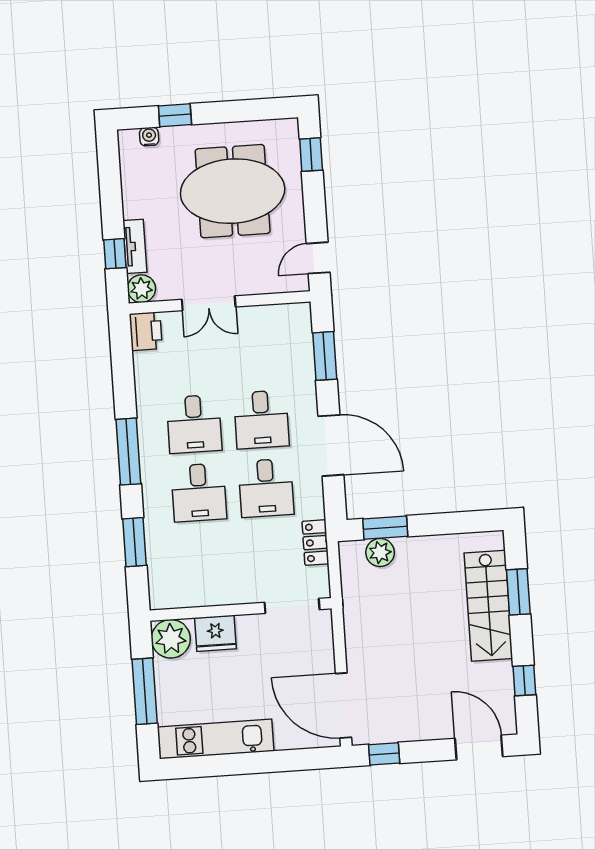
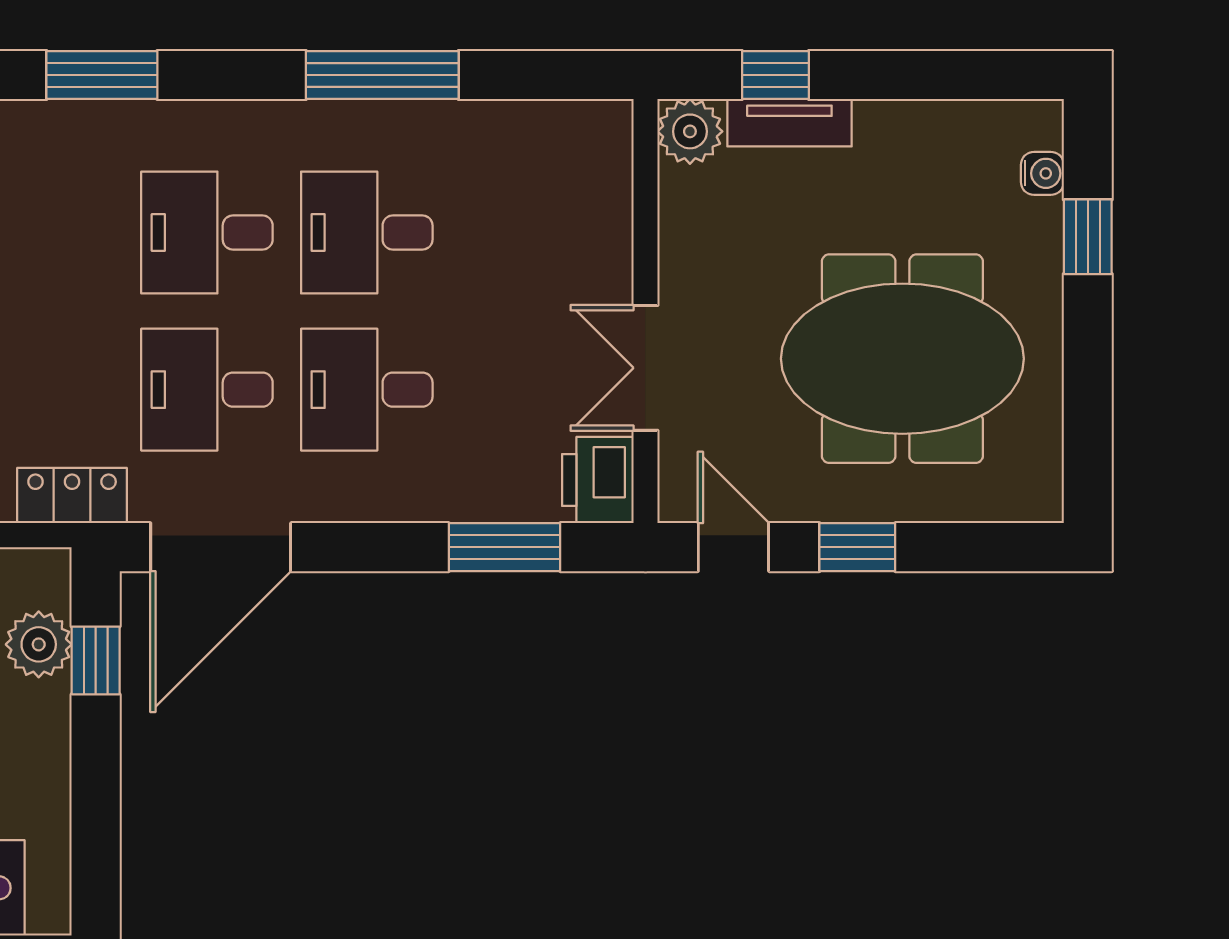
window: (311, 155) -> (857, 547), moved
meeting table: (233, 191) -> (902, 359), turned 90
double door: (209, 303) -> (645, 368), moved
printer: (146, 331) -> (598, 480), moved, turned 90
door: (331, 445) -> (221, 547), moved
window: (128, 452) -> (382, 75), moved
window: (385, 528) -> (96, 660), width x0.67

